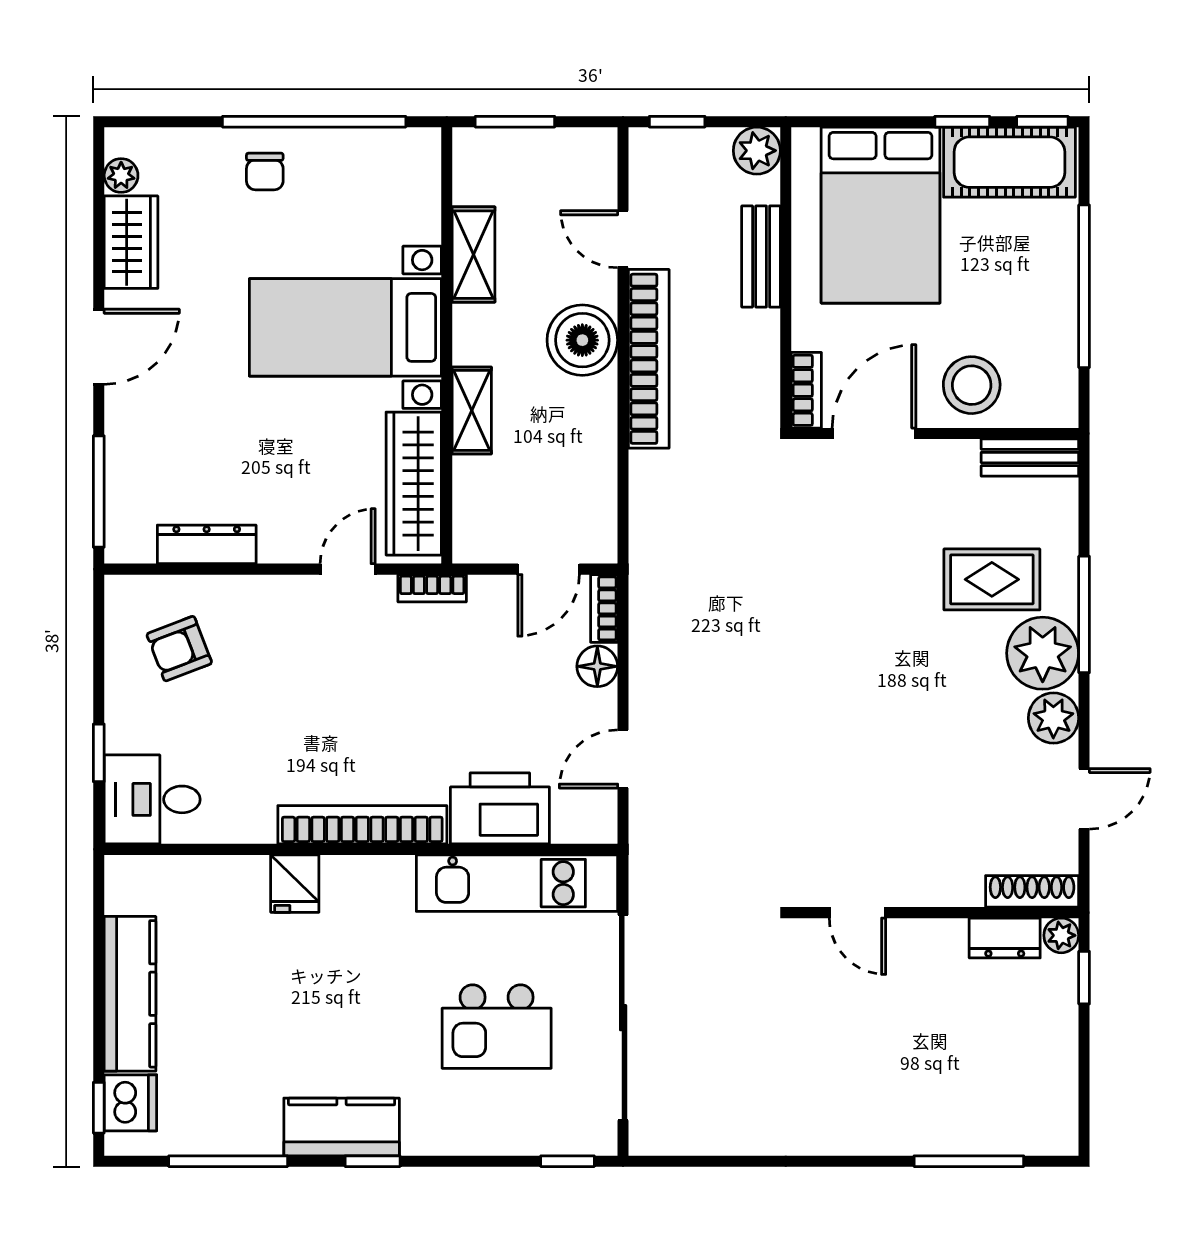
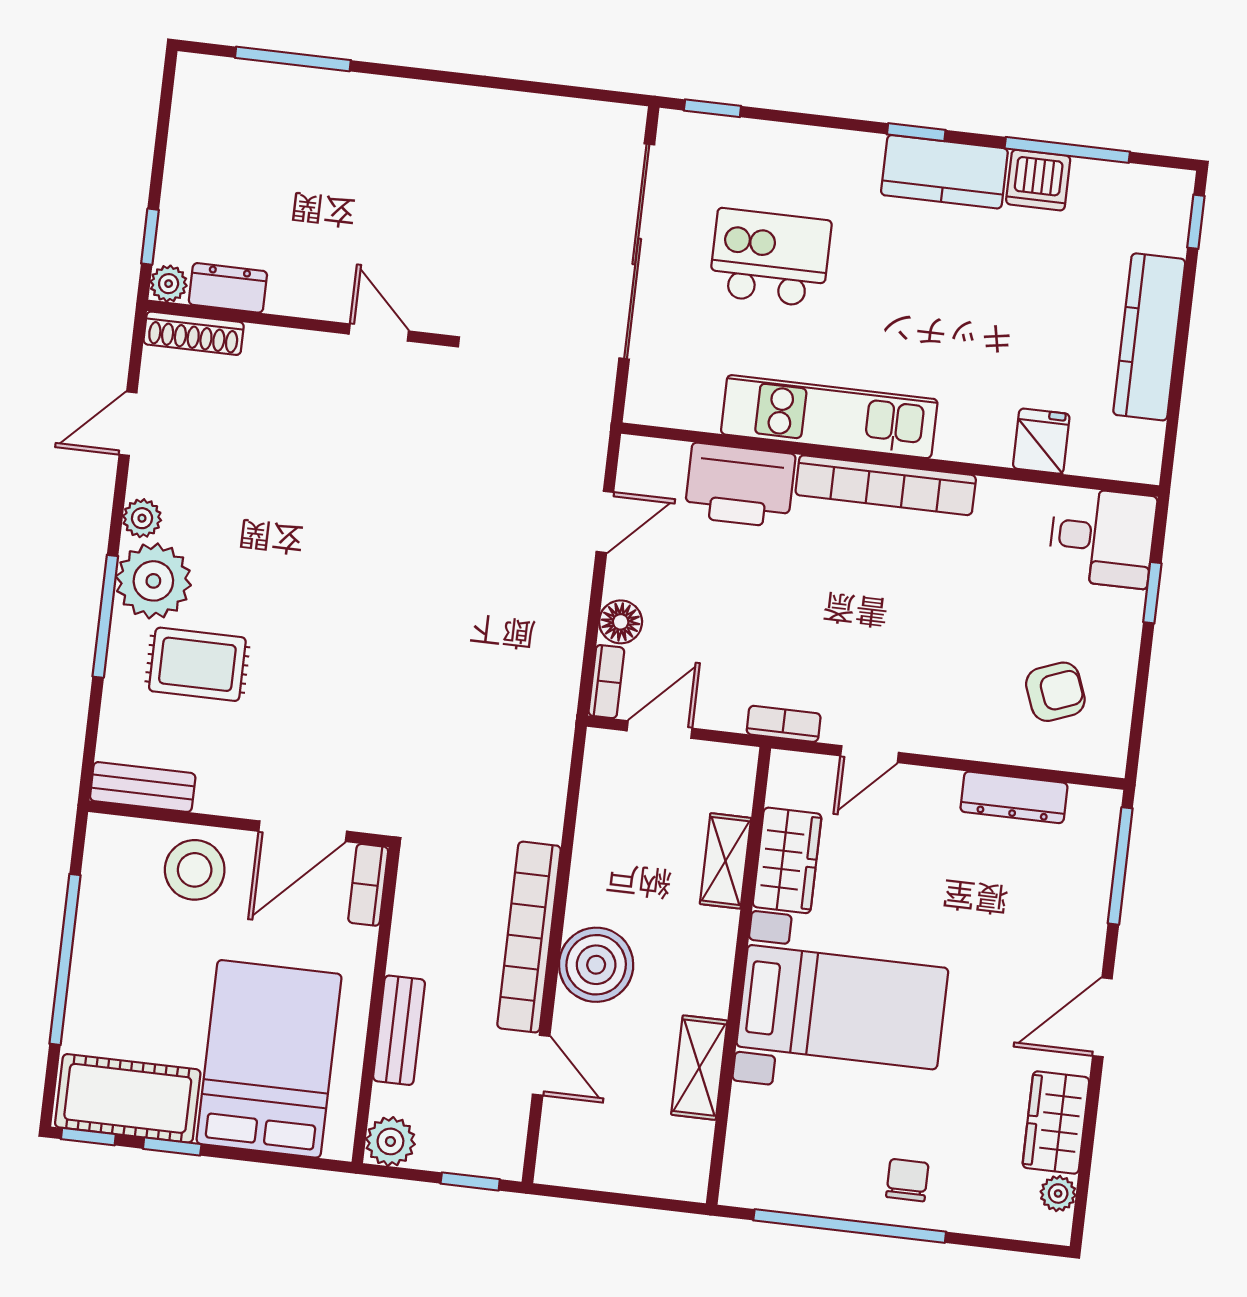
window: (515, 122) -> (640, 1201), removed
shelving: (472, 410) -> (725, 861), moved
wardrobe: (414, 484) -> (787, 860), width x0.67
plant: (1053, 718) -> (142, 518), width x0.73, depth x0.73
kitchen unit: (517, 883) -> (829, 417), moved
fridge: (295, 884) -> (1041, 441), moved
dishwasher: (130, 1103) -> (1038, 180), moved, turned -90

